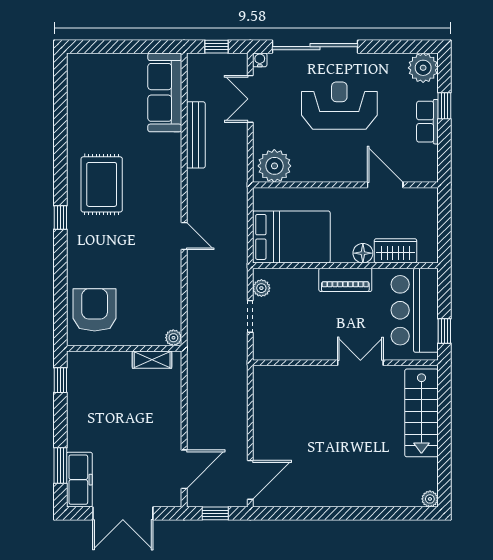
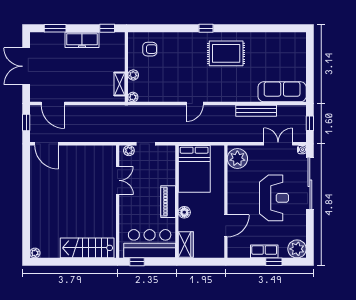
wardrobe: (395, 251) -> (186, 245), moved
plant: (261, 288) -> (129, 151), moved
armchair: (95, 310) -> (150, 49), width x0.53, depth x0.53
plant: (137, 337) -> (133, 75), added
double door: (360, 363) -> (118, 180), moved
freezer: (79, 480) -> (82, 40), moved

